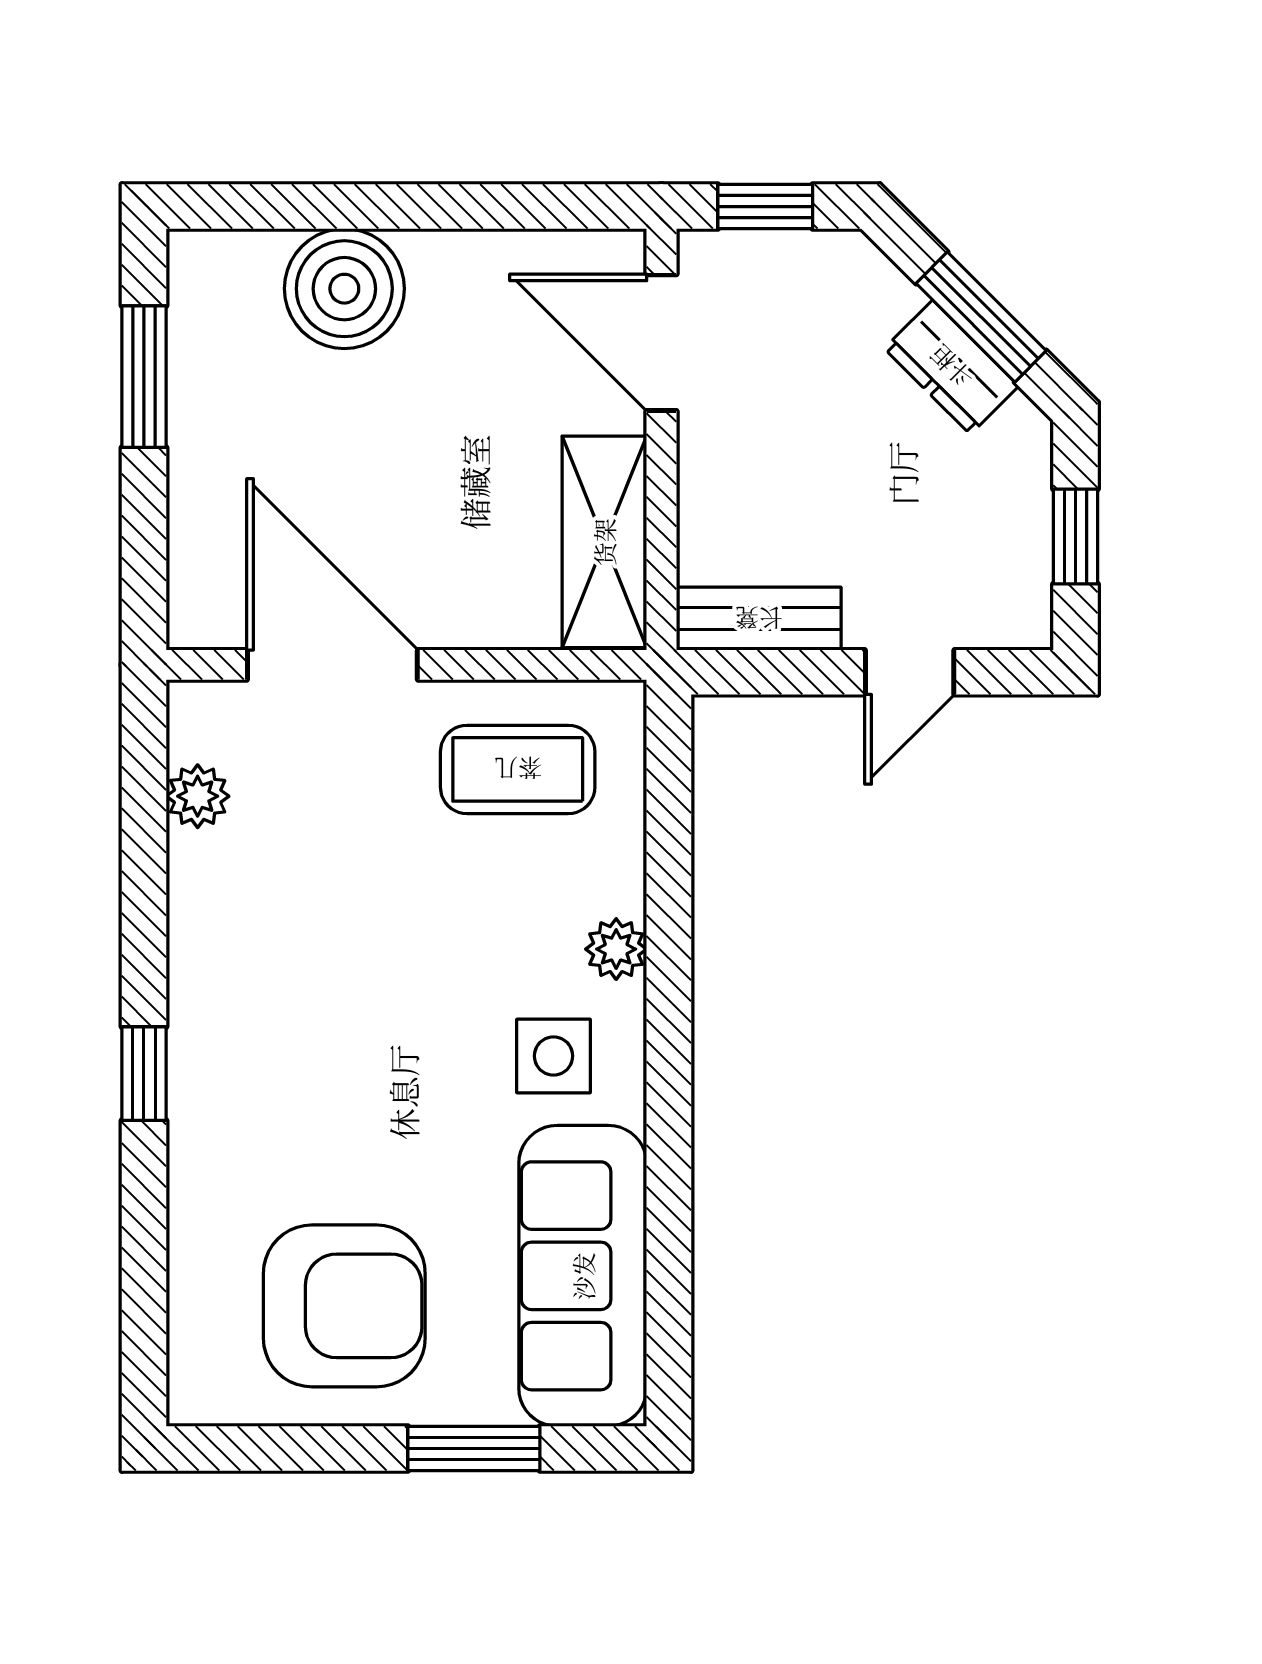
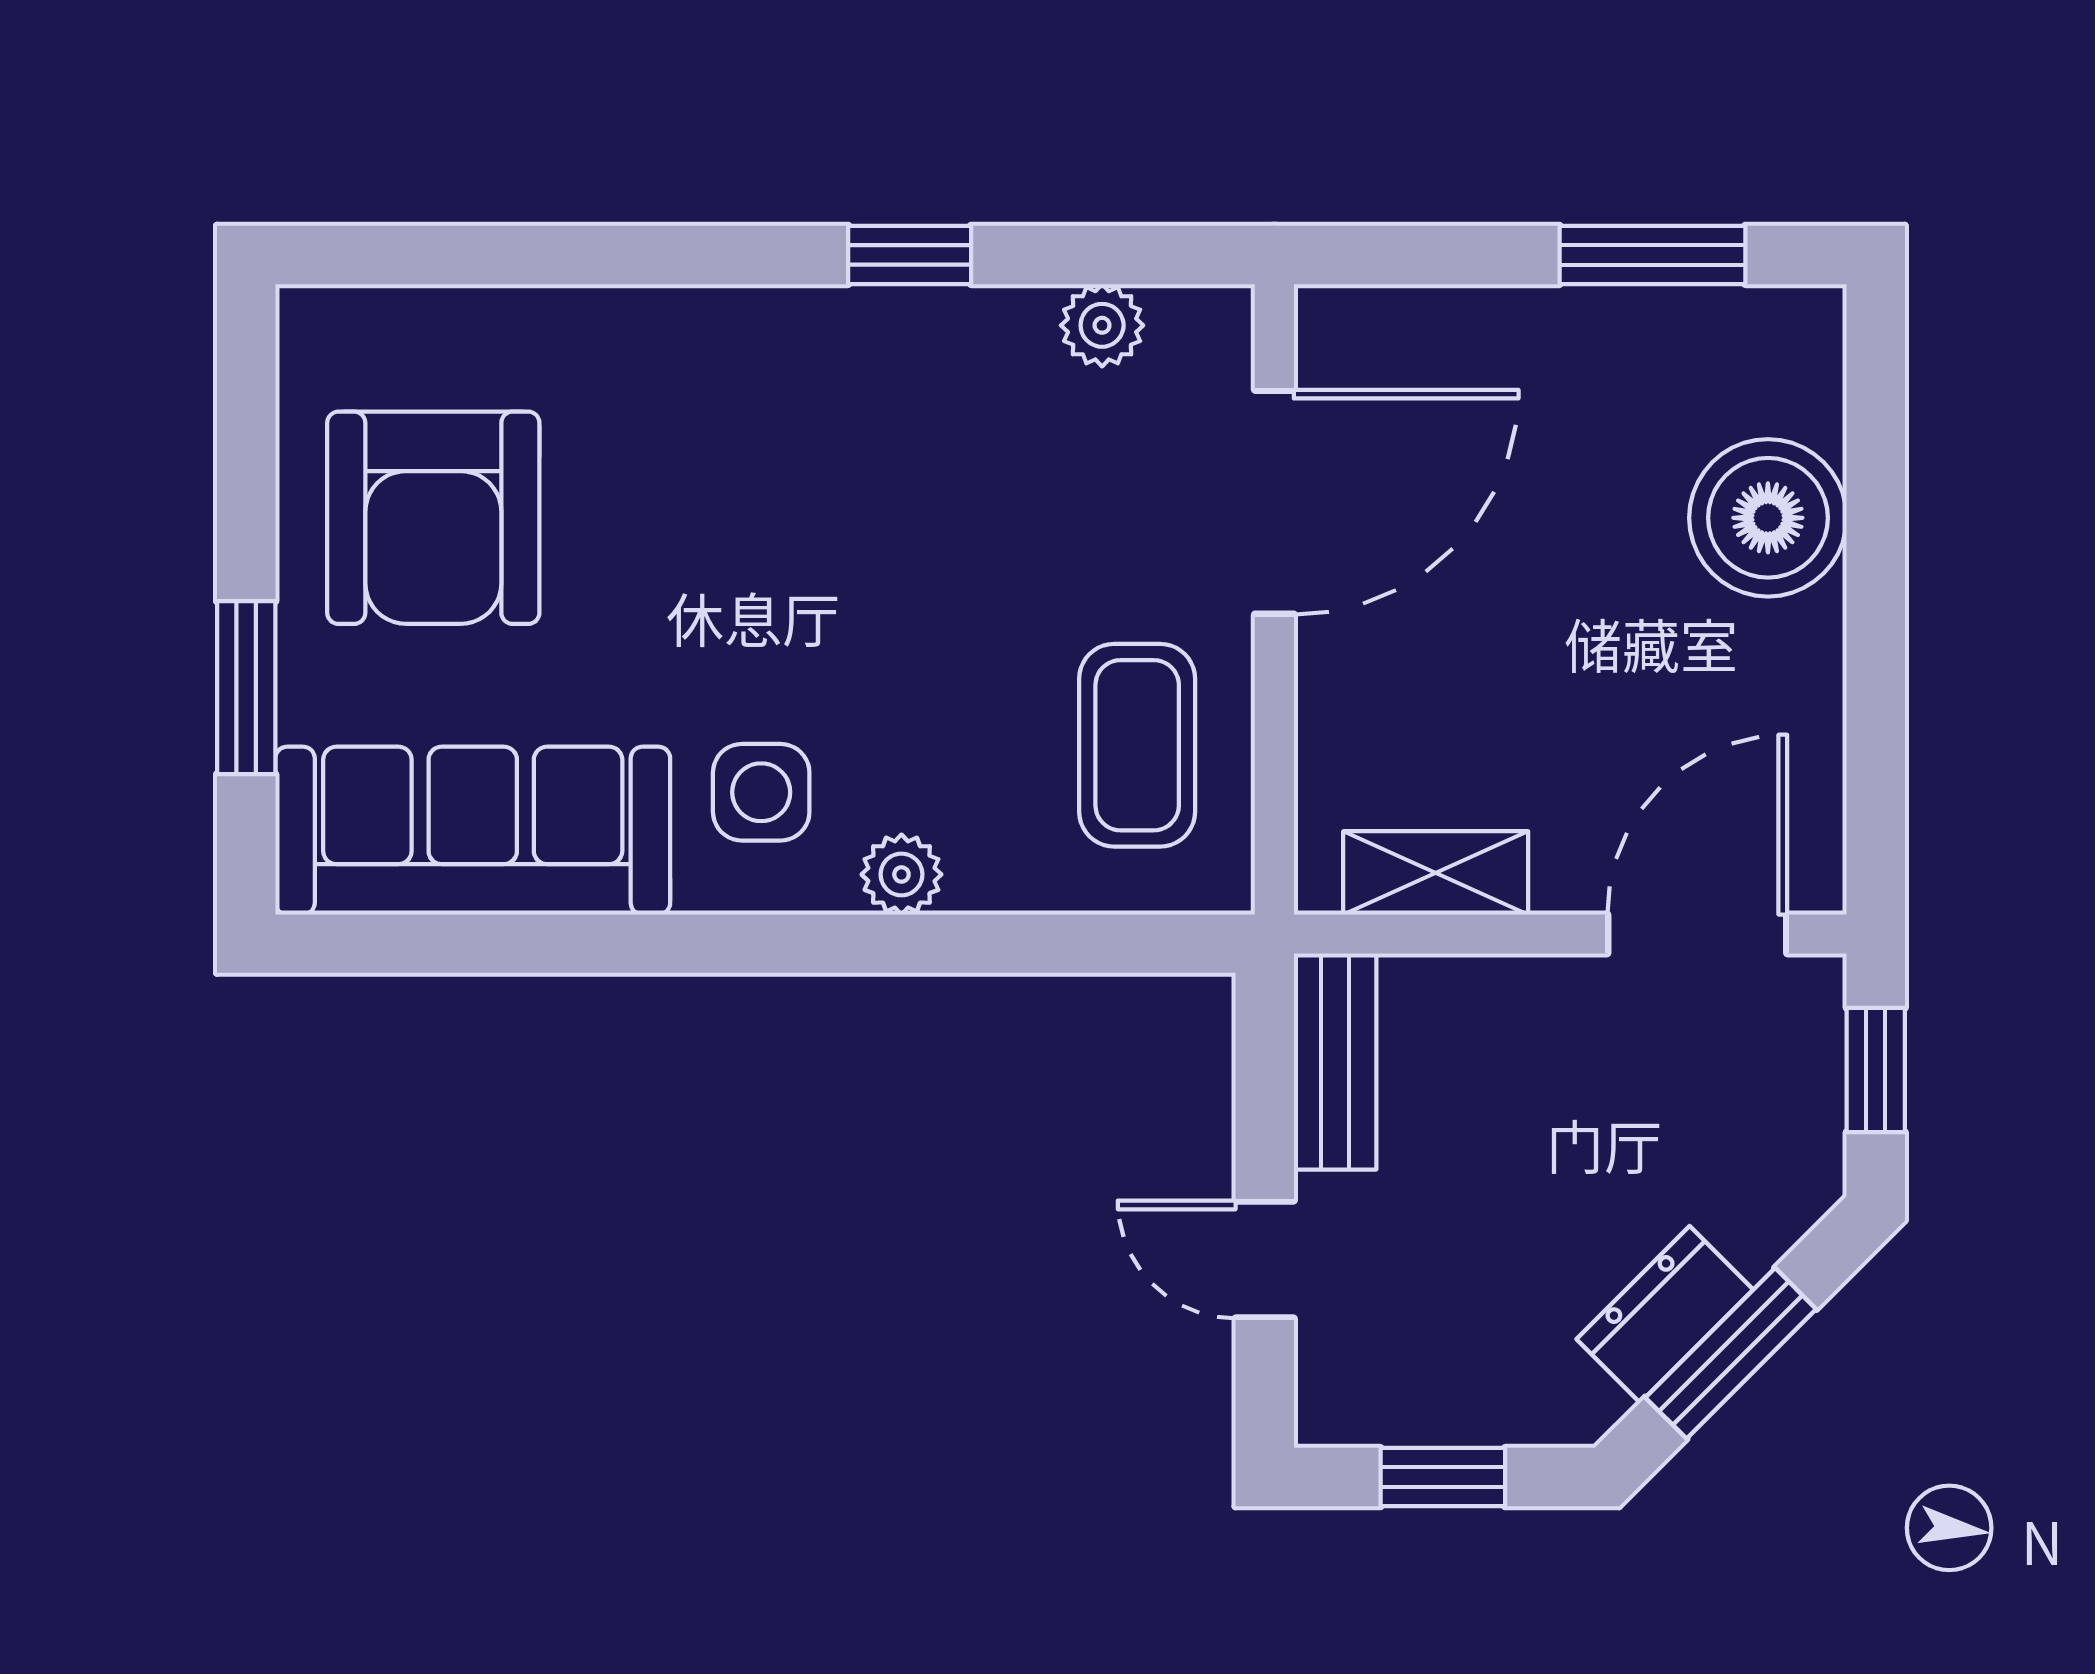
shelving: (604, 542) -> (1436, 873), width x0.67, depth x0.75
window: (144, 1074) -> (910, 255), moved

